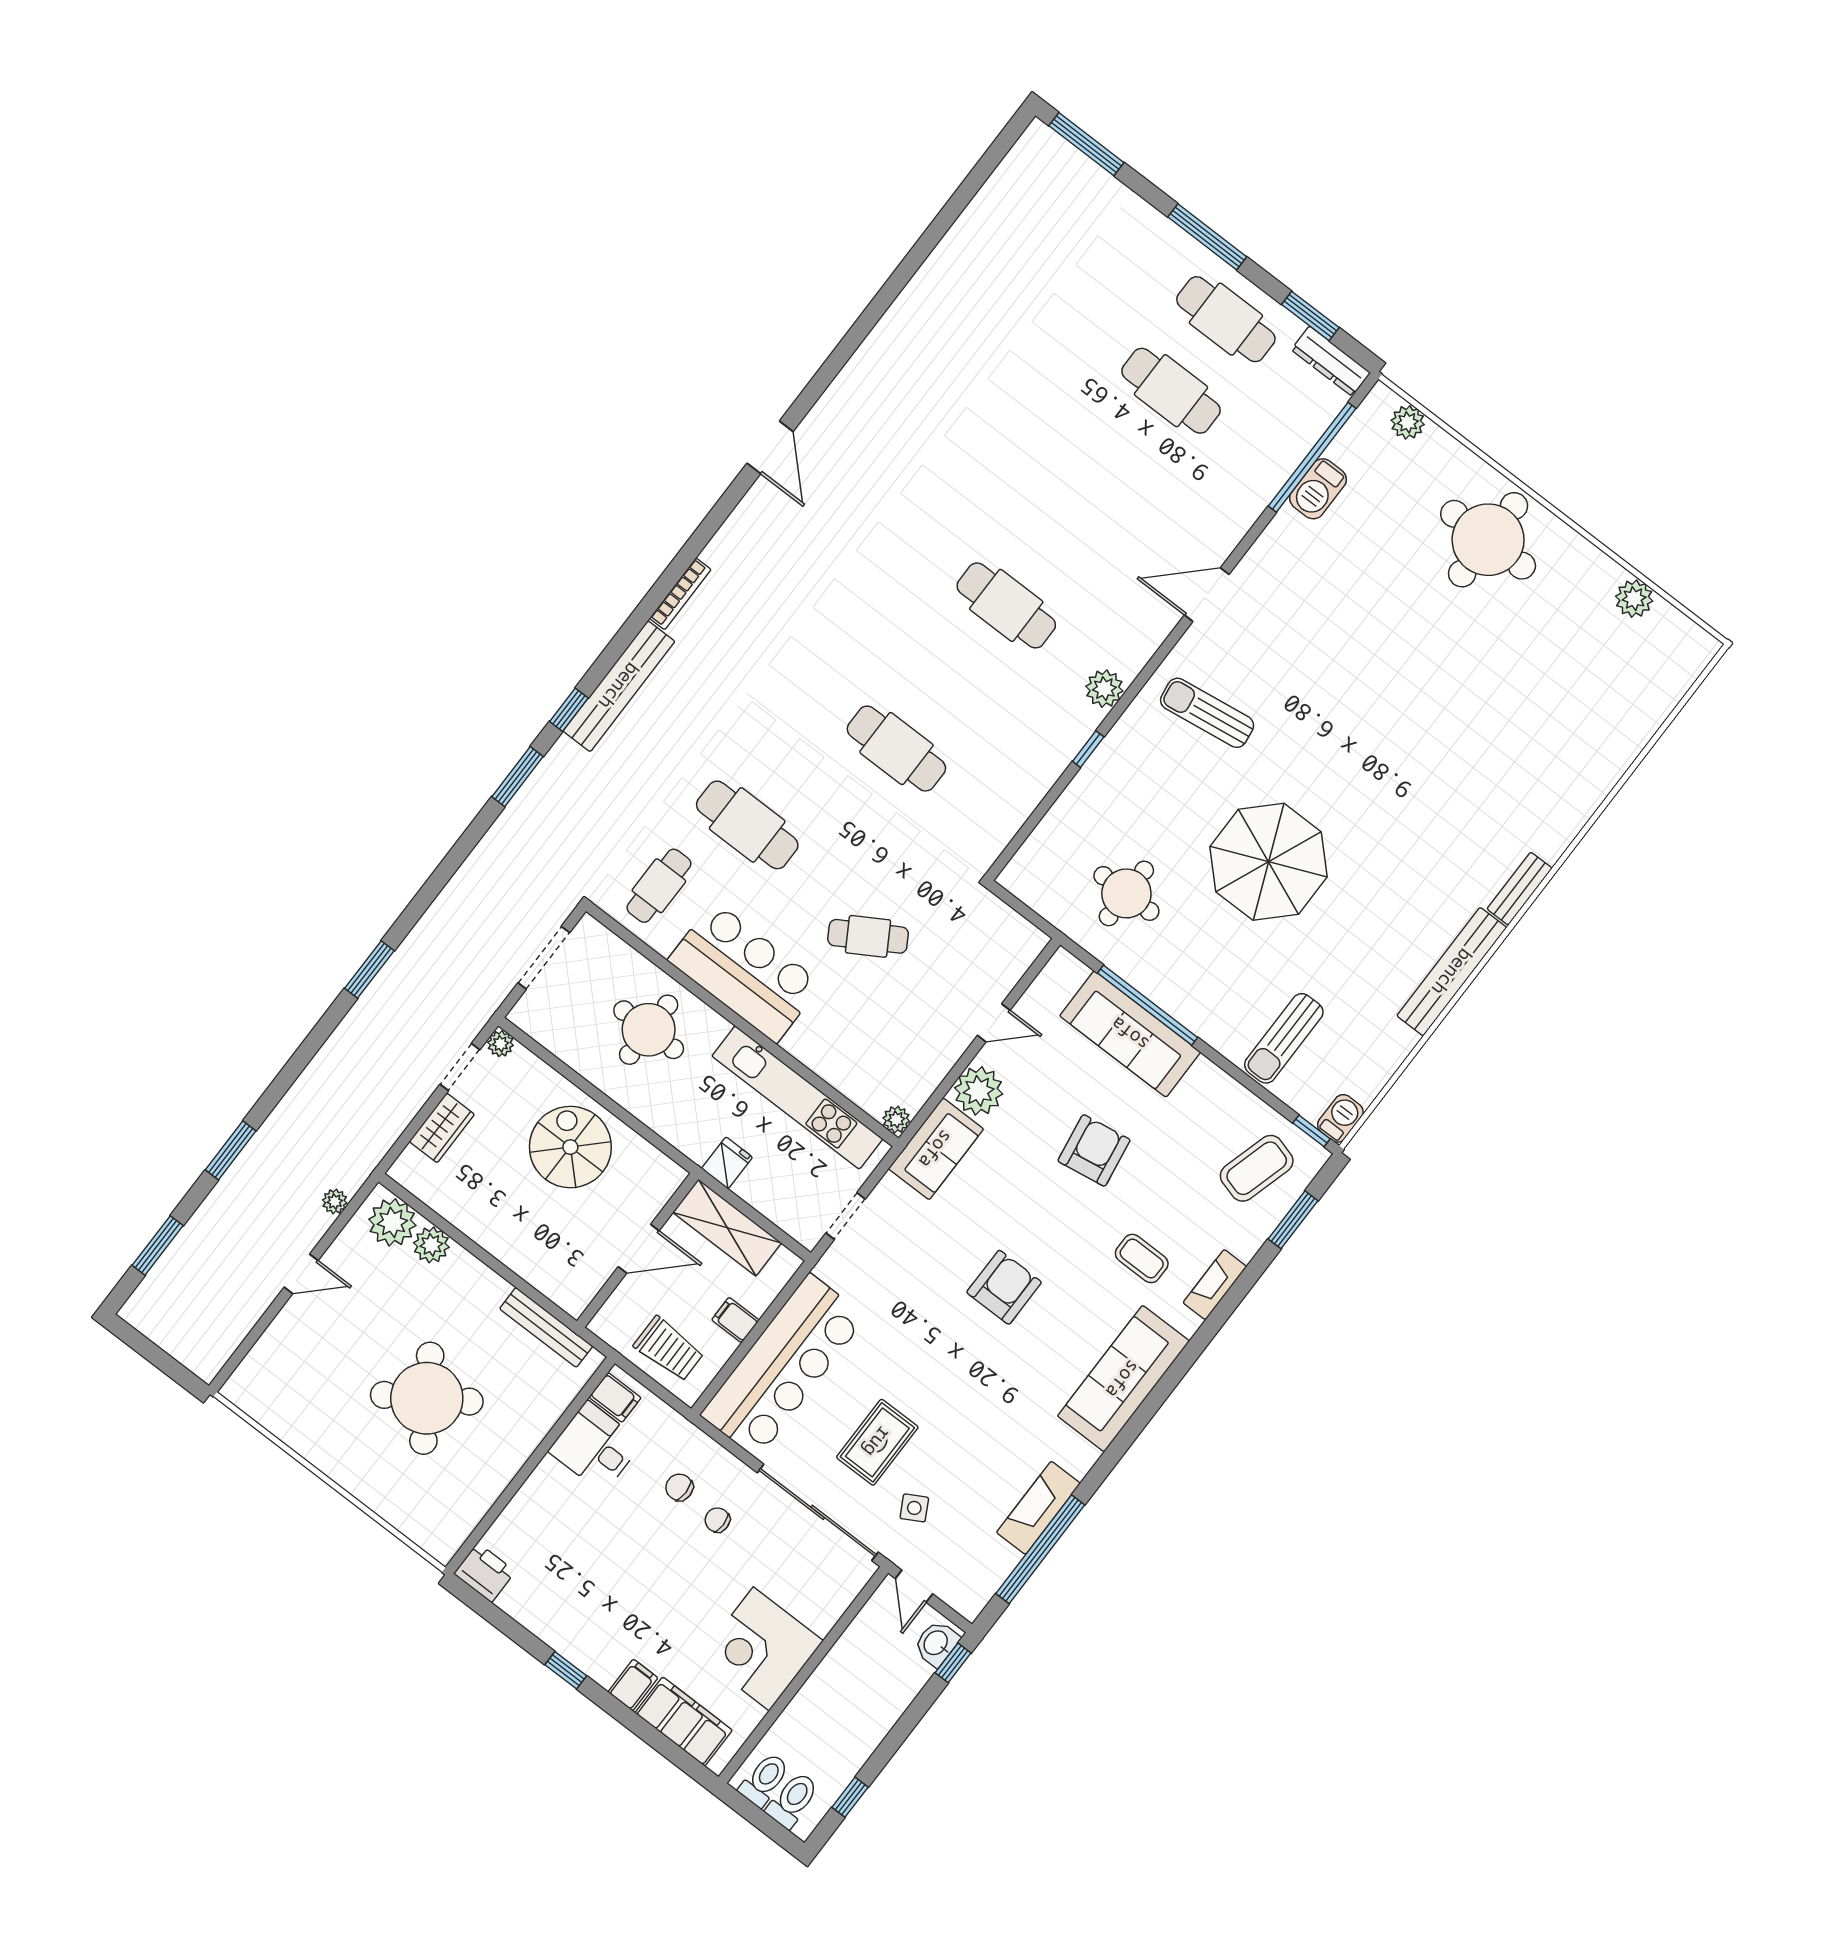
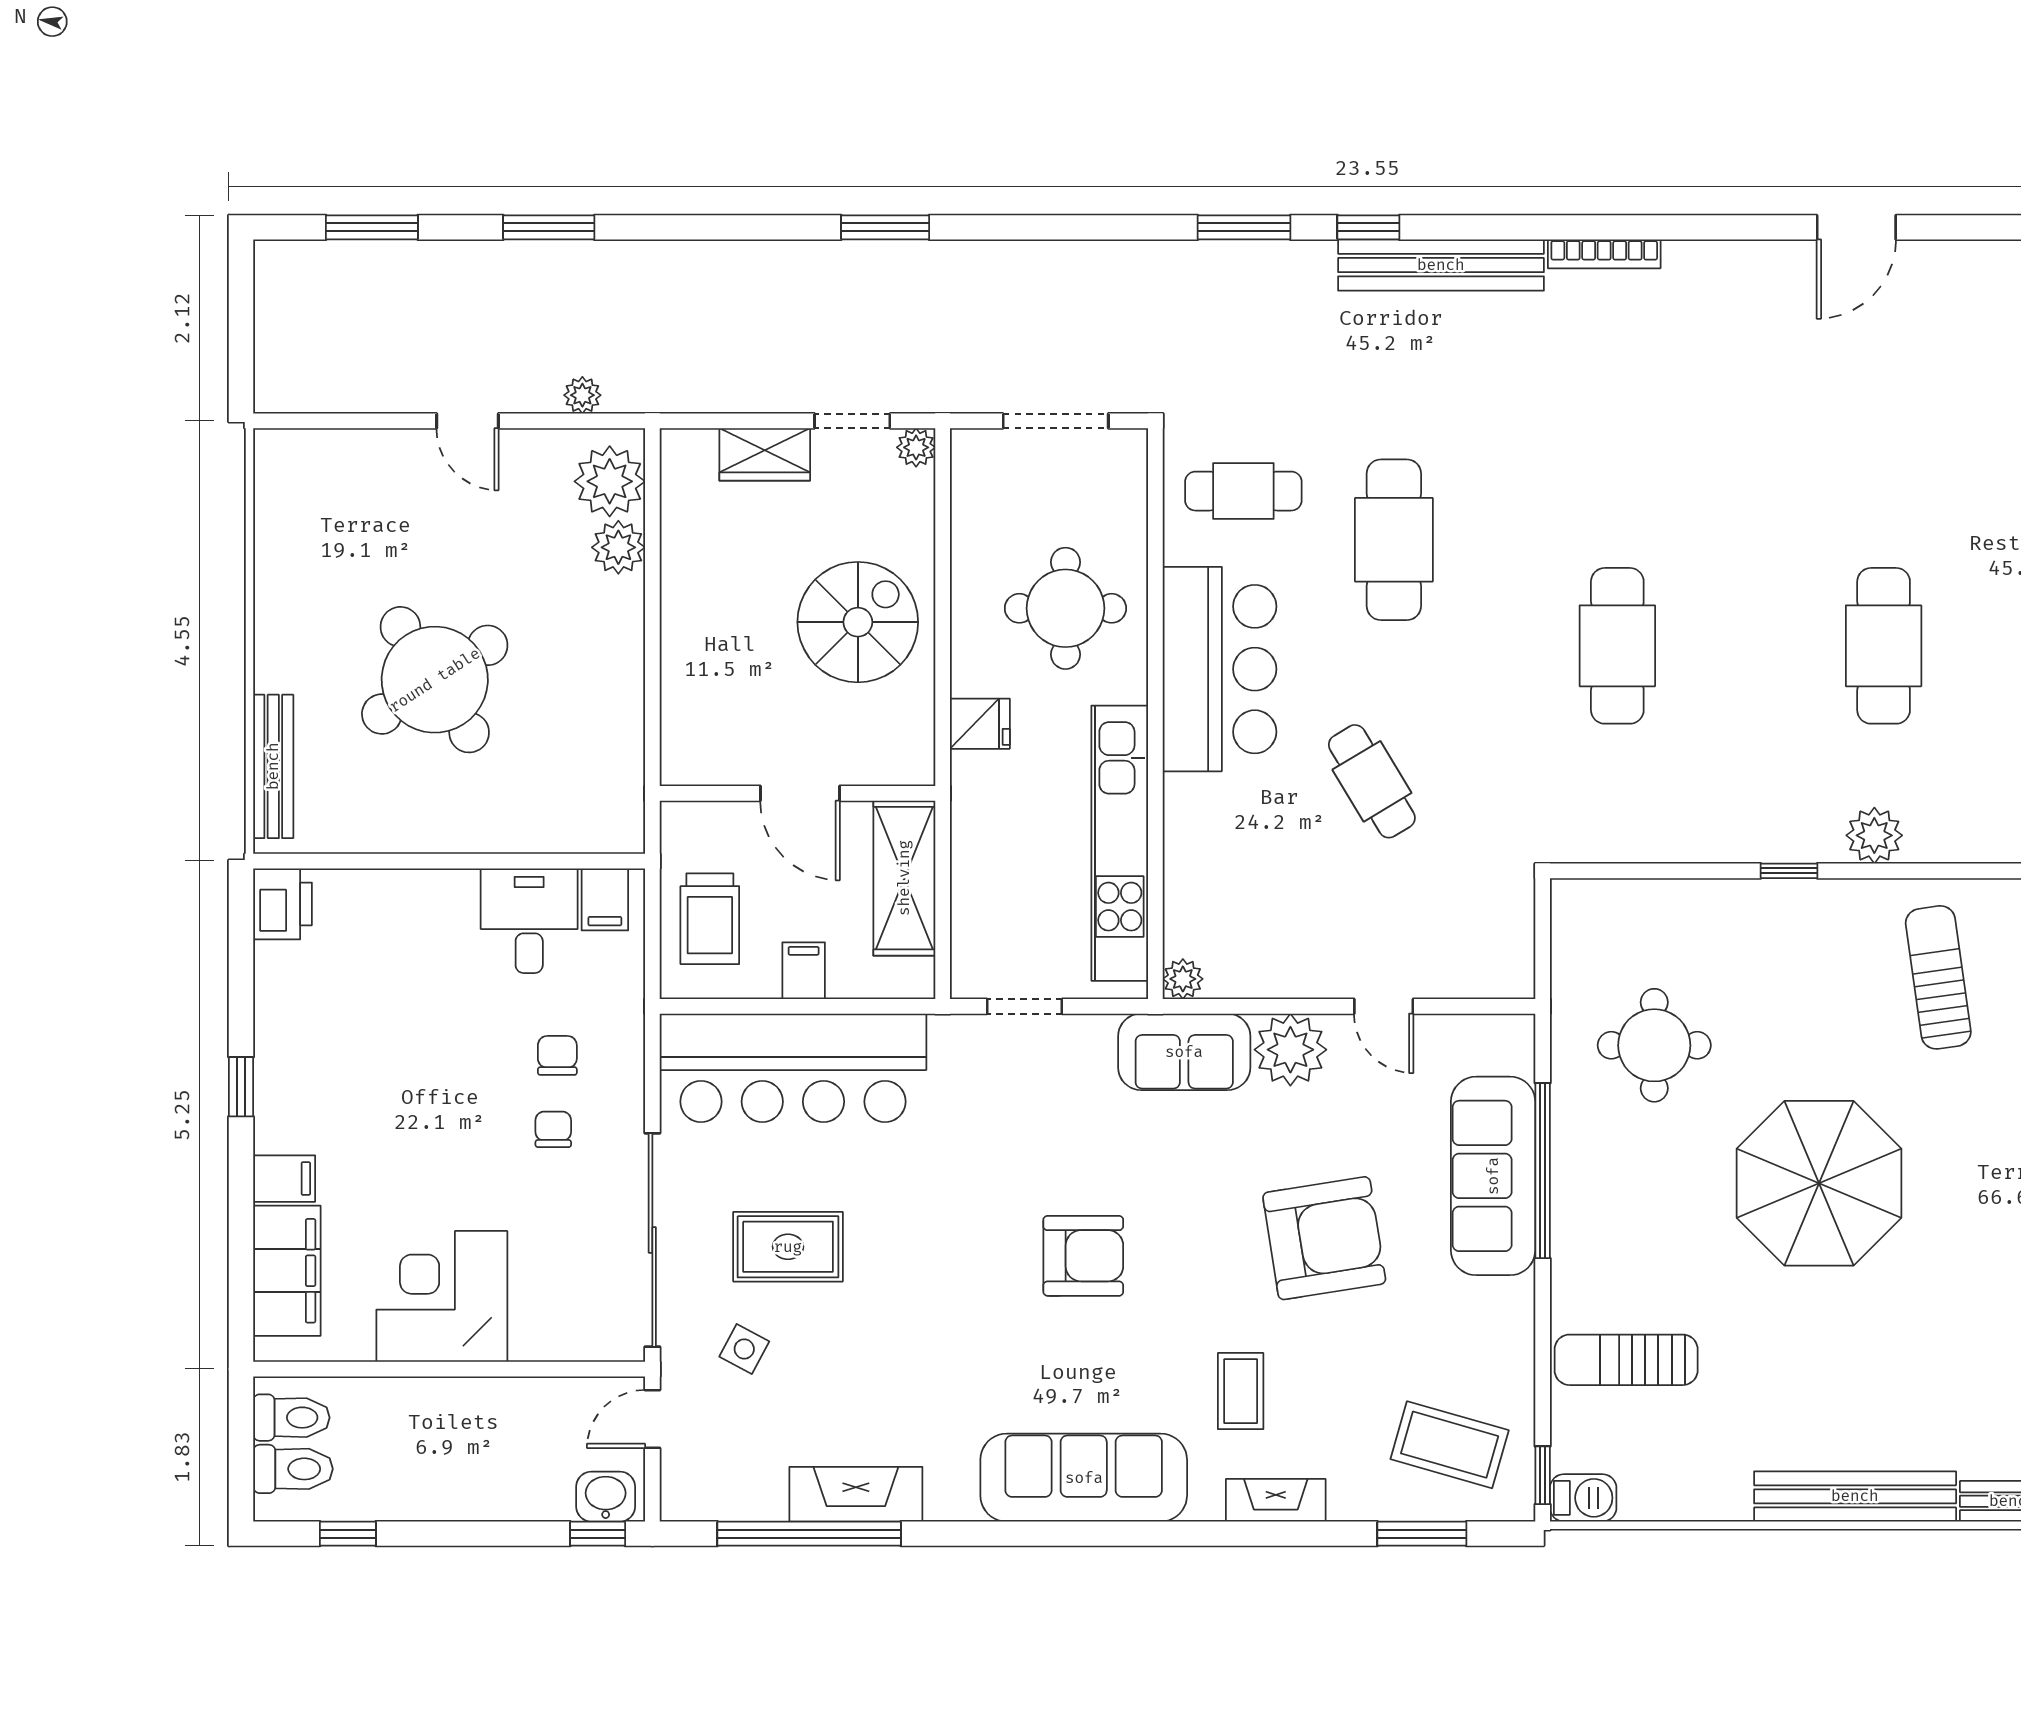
armchair: (1094, 1150) -> (1324, 1238), width x1.36, depth x1.36
fridge: (727, 1163) -> (980, 724), moved
bench: (546, 1327) -> (273, 766), moved
side table: (914, 1508) -> (744, 1349), turned -33

